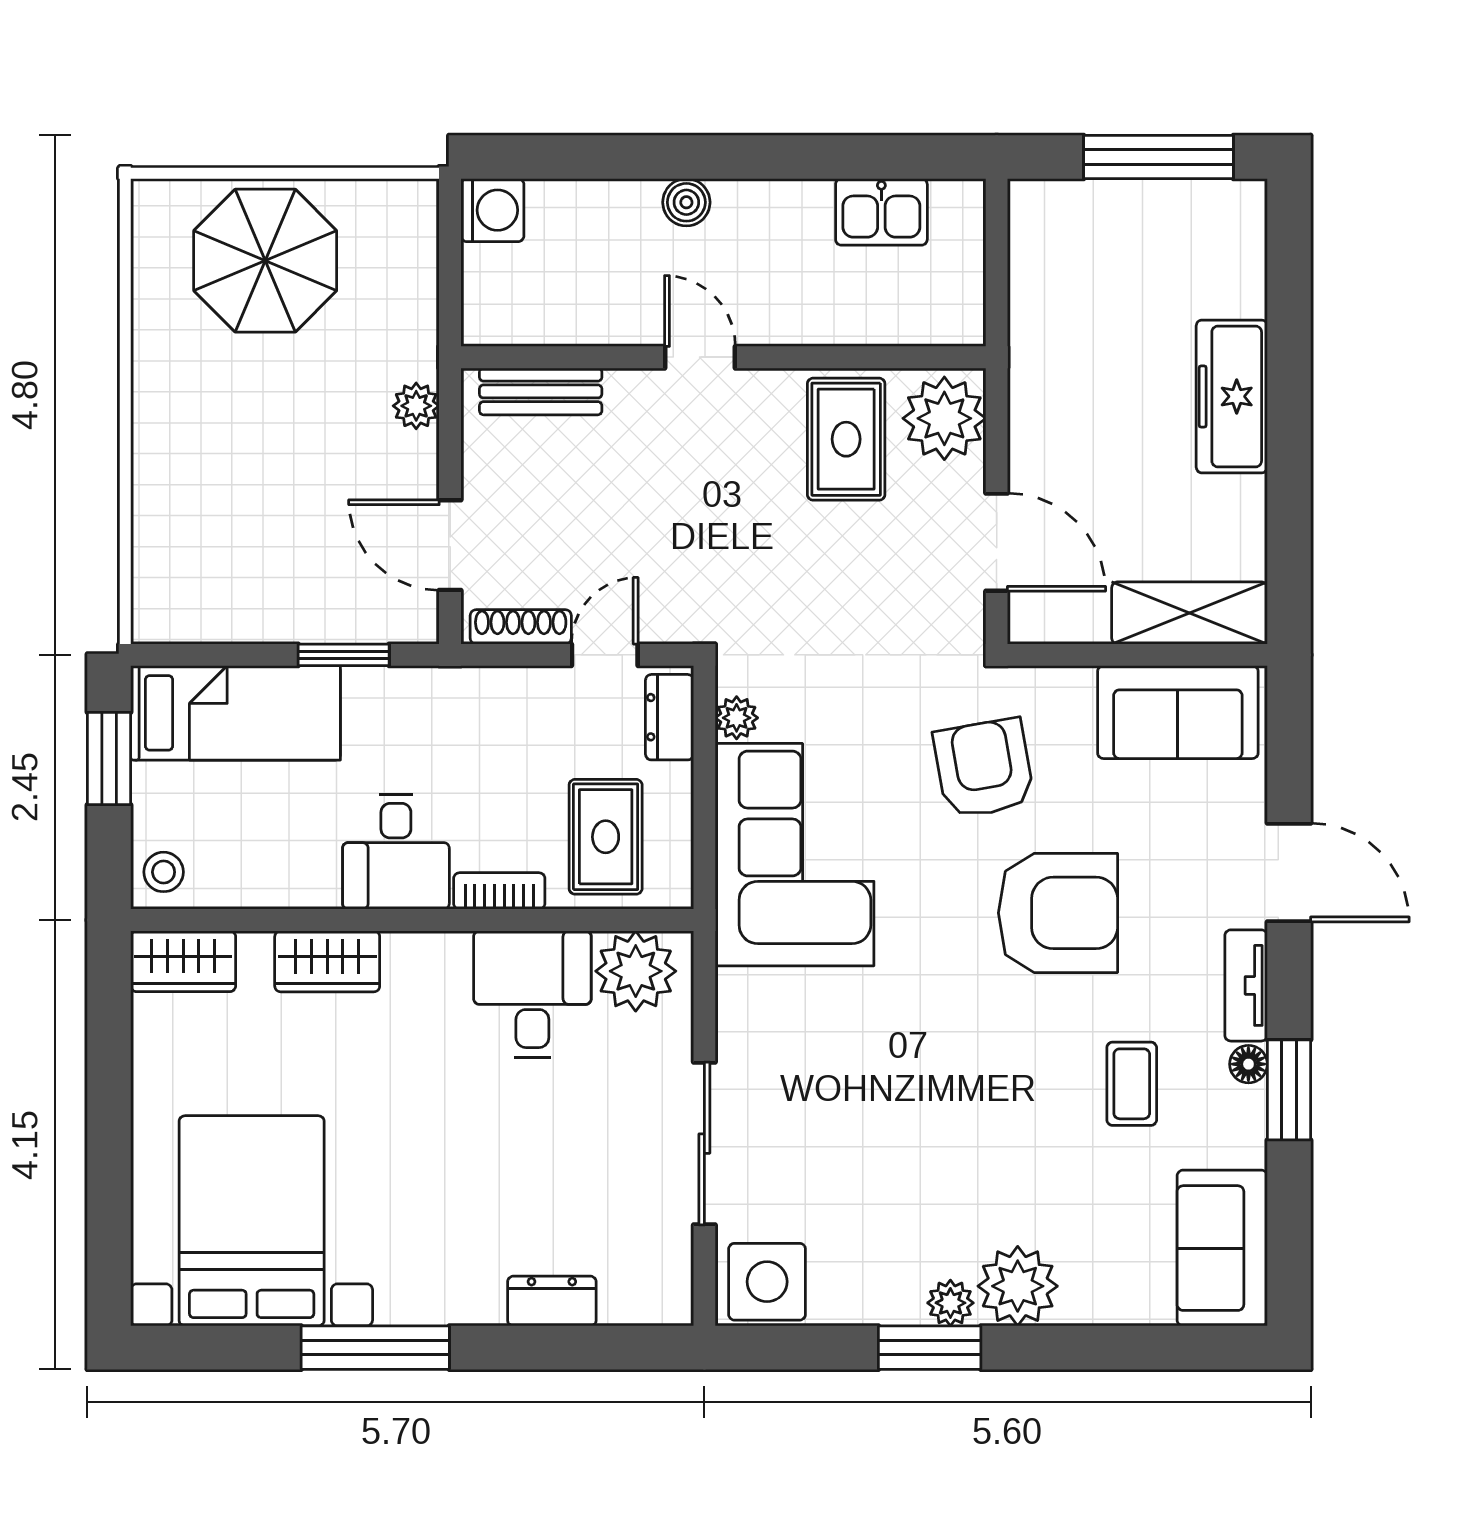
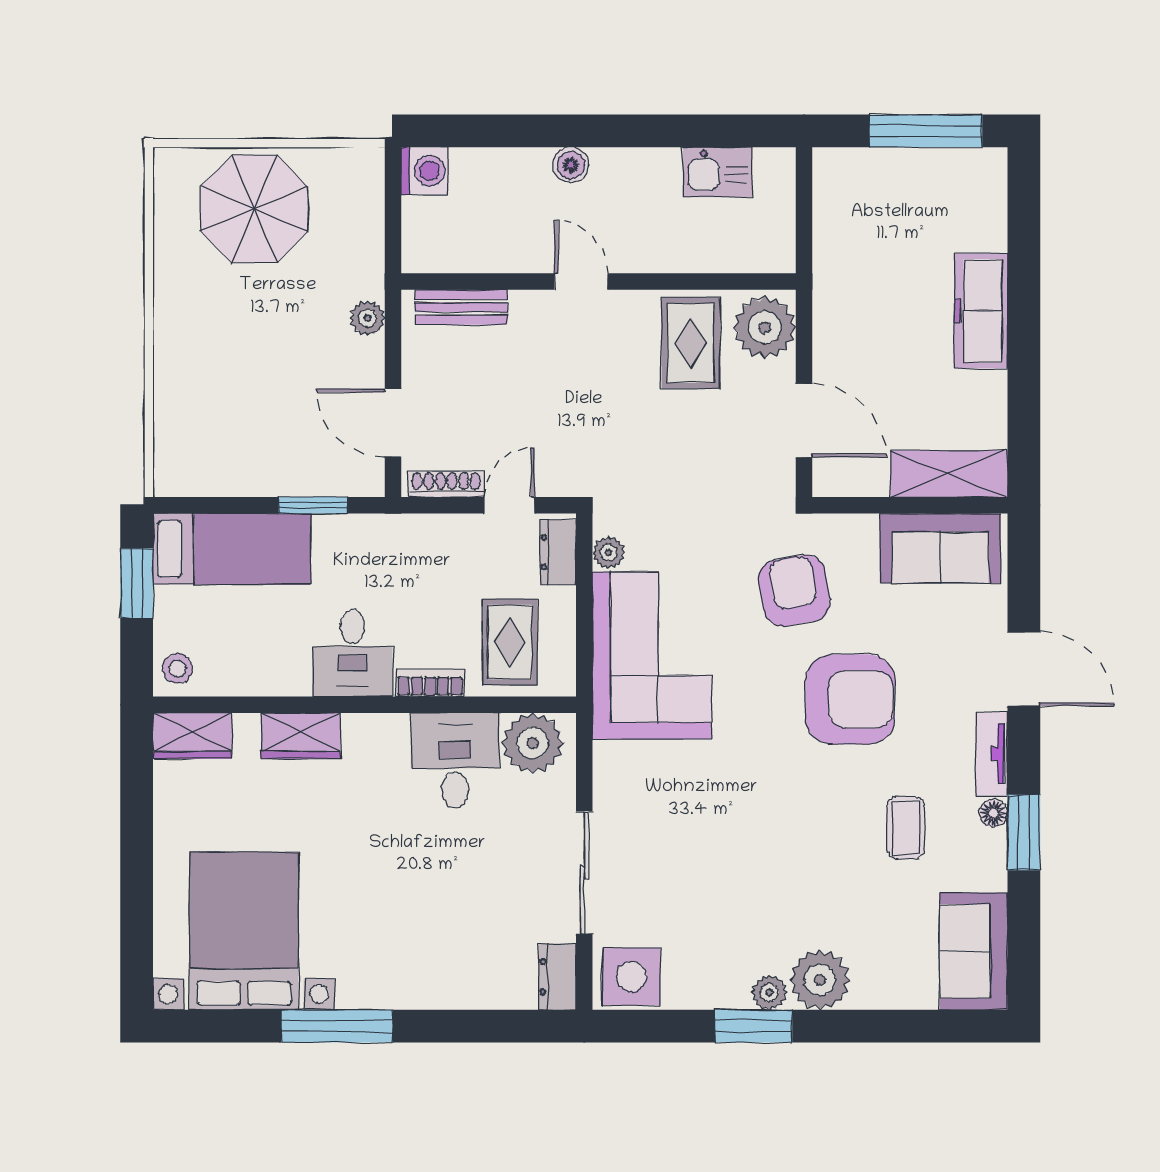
dresser: (552, 1301) -> (557, 977), moved, turned -90

